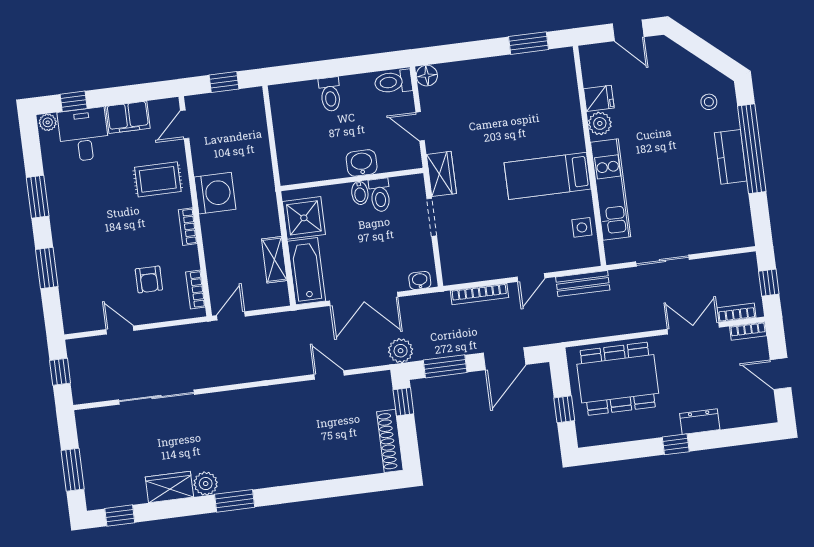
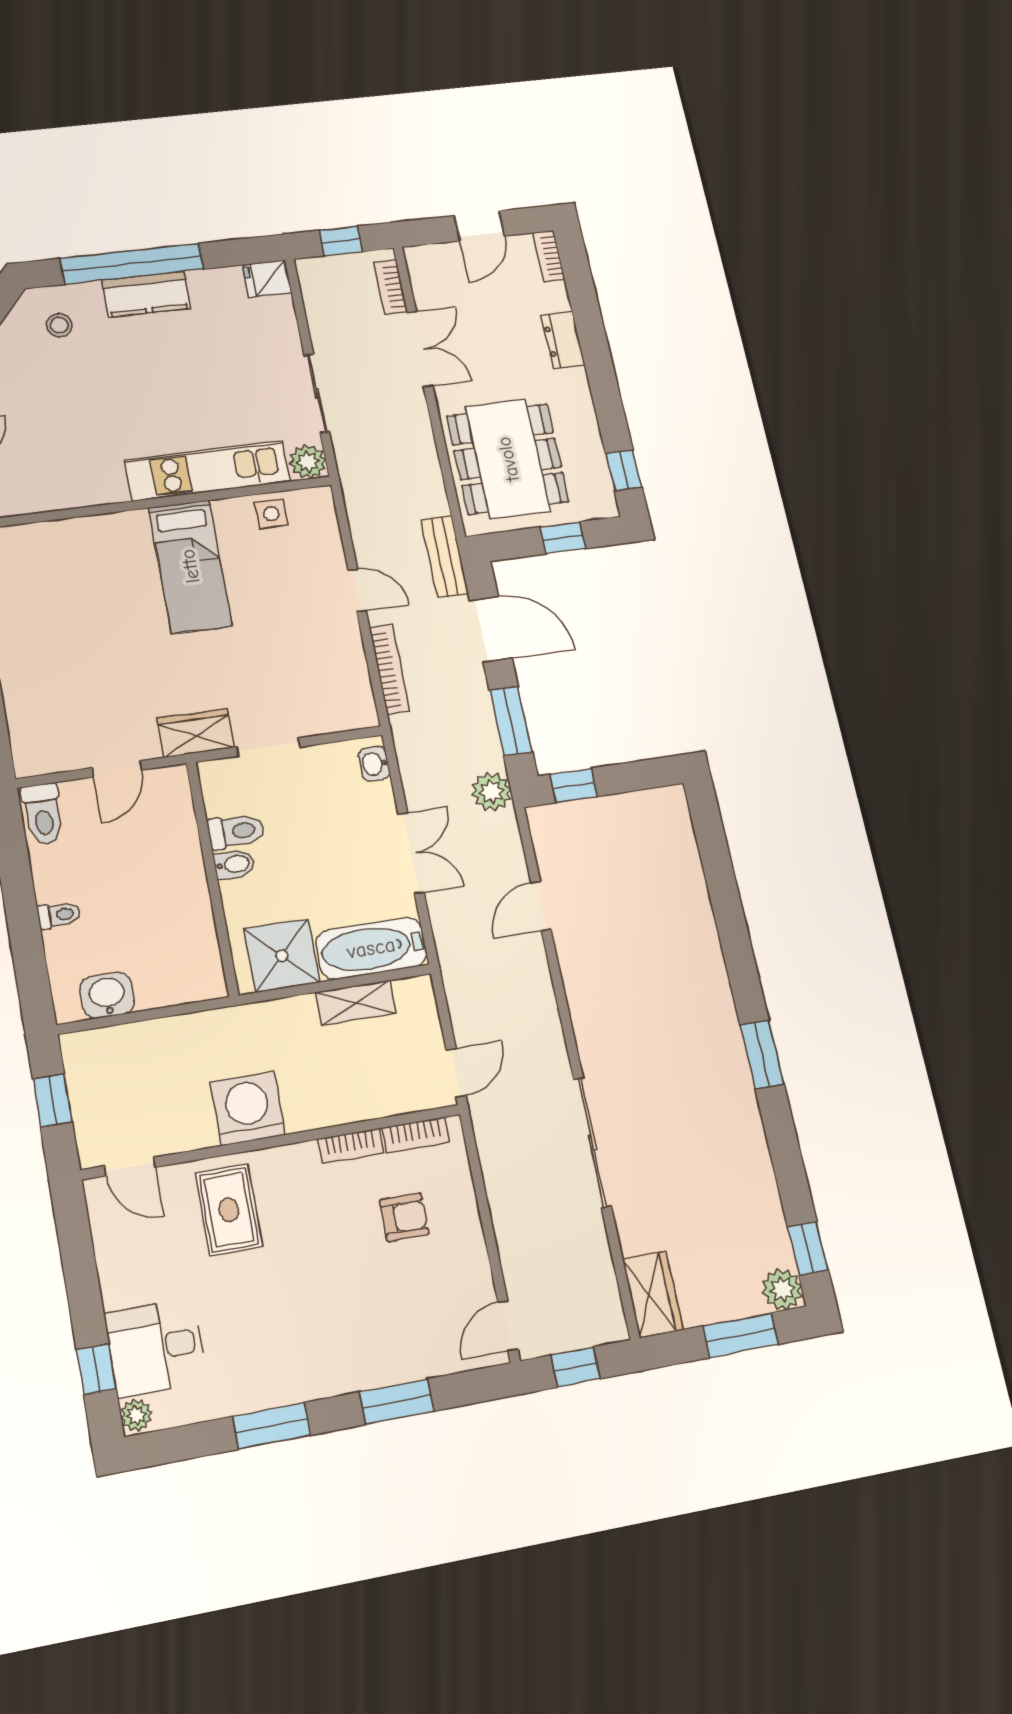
floor lamp: (427, 76) -> (30, 760), removed
toilet: (330, 94) -> (59, 915), width x0.73, depth x0.72
fridge: (599, 98) -> (267, 279), moved, turned -90
filing cabinet: (128, 117) -> (121, 1269), removed
plant: (600, 123) -> (308, 462), moved
washbasin: (362, 163) -> (107, 995), moved, turned 90
bookcase: (188, 227) -> (350, 1146), moved
bench: (583, 284) -> (445, 556), moved
double door: (364, 299) -> (411, 853), width x0.73
door: (231, 316) -> (456, 1073), swing flipped
double door: (693, 328) -> (420, 349), swing flipped
door: (120, 330) -> (508, 1326), moved
bookcase: (748, 331) -> (549, 256), moved, turned 180
sliding door: (156, 397) -> (592, 1142), moved
shoe rack: (390, 441) -> (639, 805), removed
window: (676, 444) -> (624, 470), moved
plant: (206, 484) -> (782, 1289), moved
wardrobe: (169, 487) -> (653, 1295), moved, turned 180

